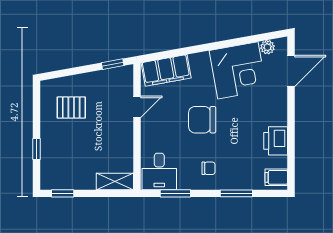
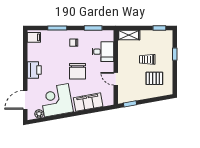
filing cabinet: (166, 70) -> (88, 102), moved
door: (137, 107) -> (116, 79), hinge flipped
chair: (202, 120) -> (77, 71), turned 90
trolley: (83, 140) -> (147, 59), added
printer: (276, 141) -> (34, 70), moved
desk: (159, 171) -> (103, 52), moved, turned 90

